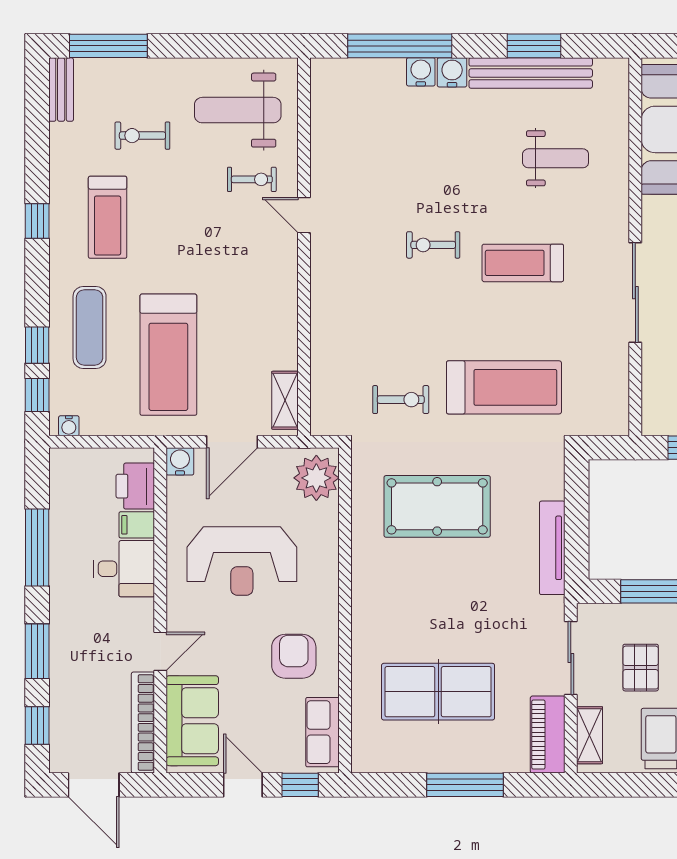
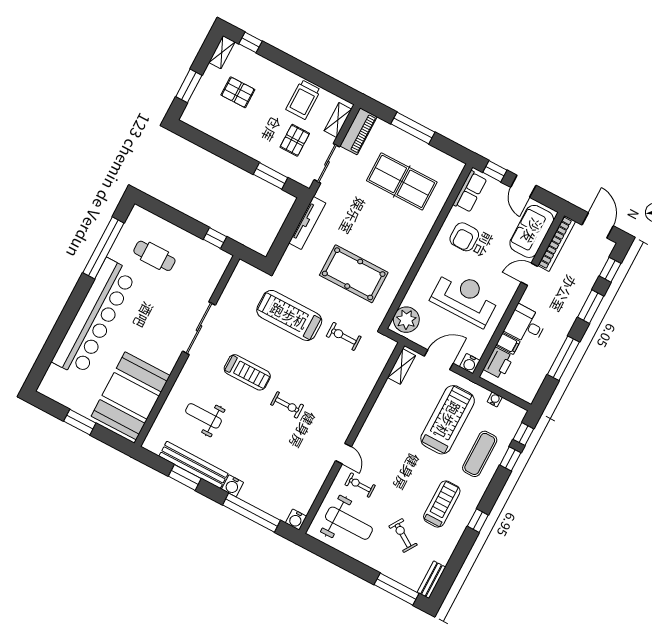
water cooler: (421, 72) -> (296, 520), moved
exercise bike: (142, 136) -> (403, 536), turned -147
water cooler: (69, 426) -> (495, 399), moved

